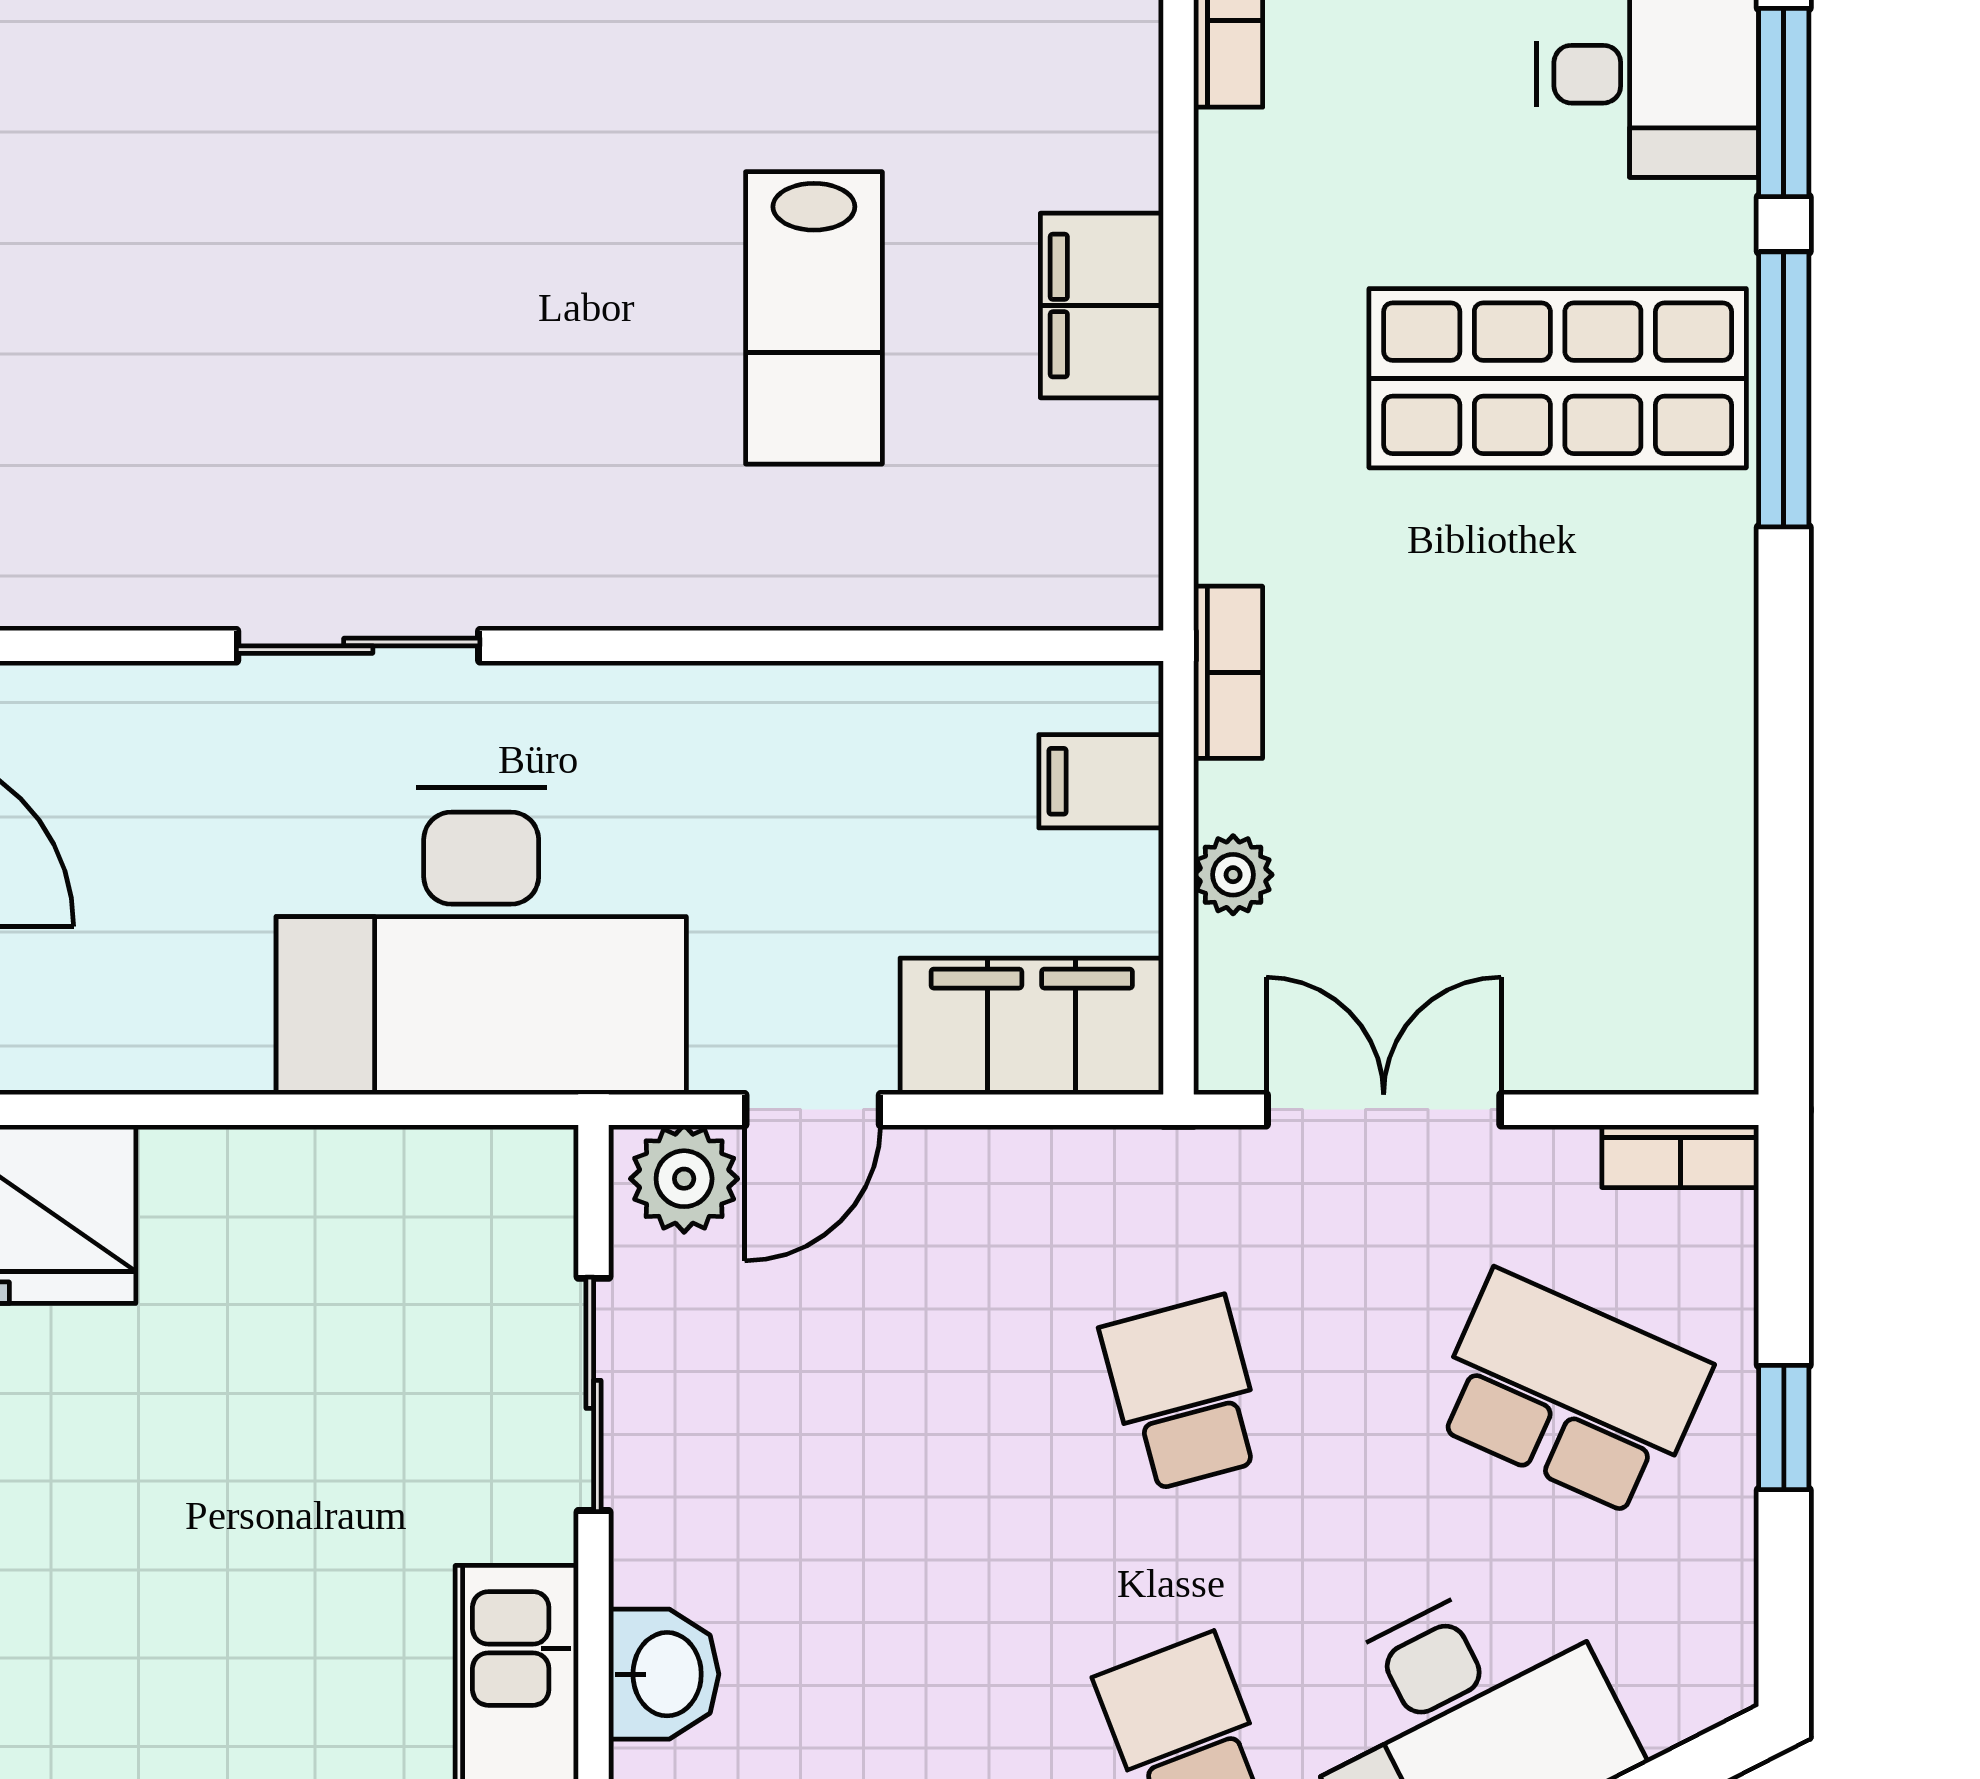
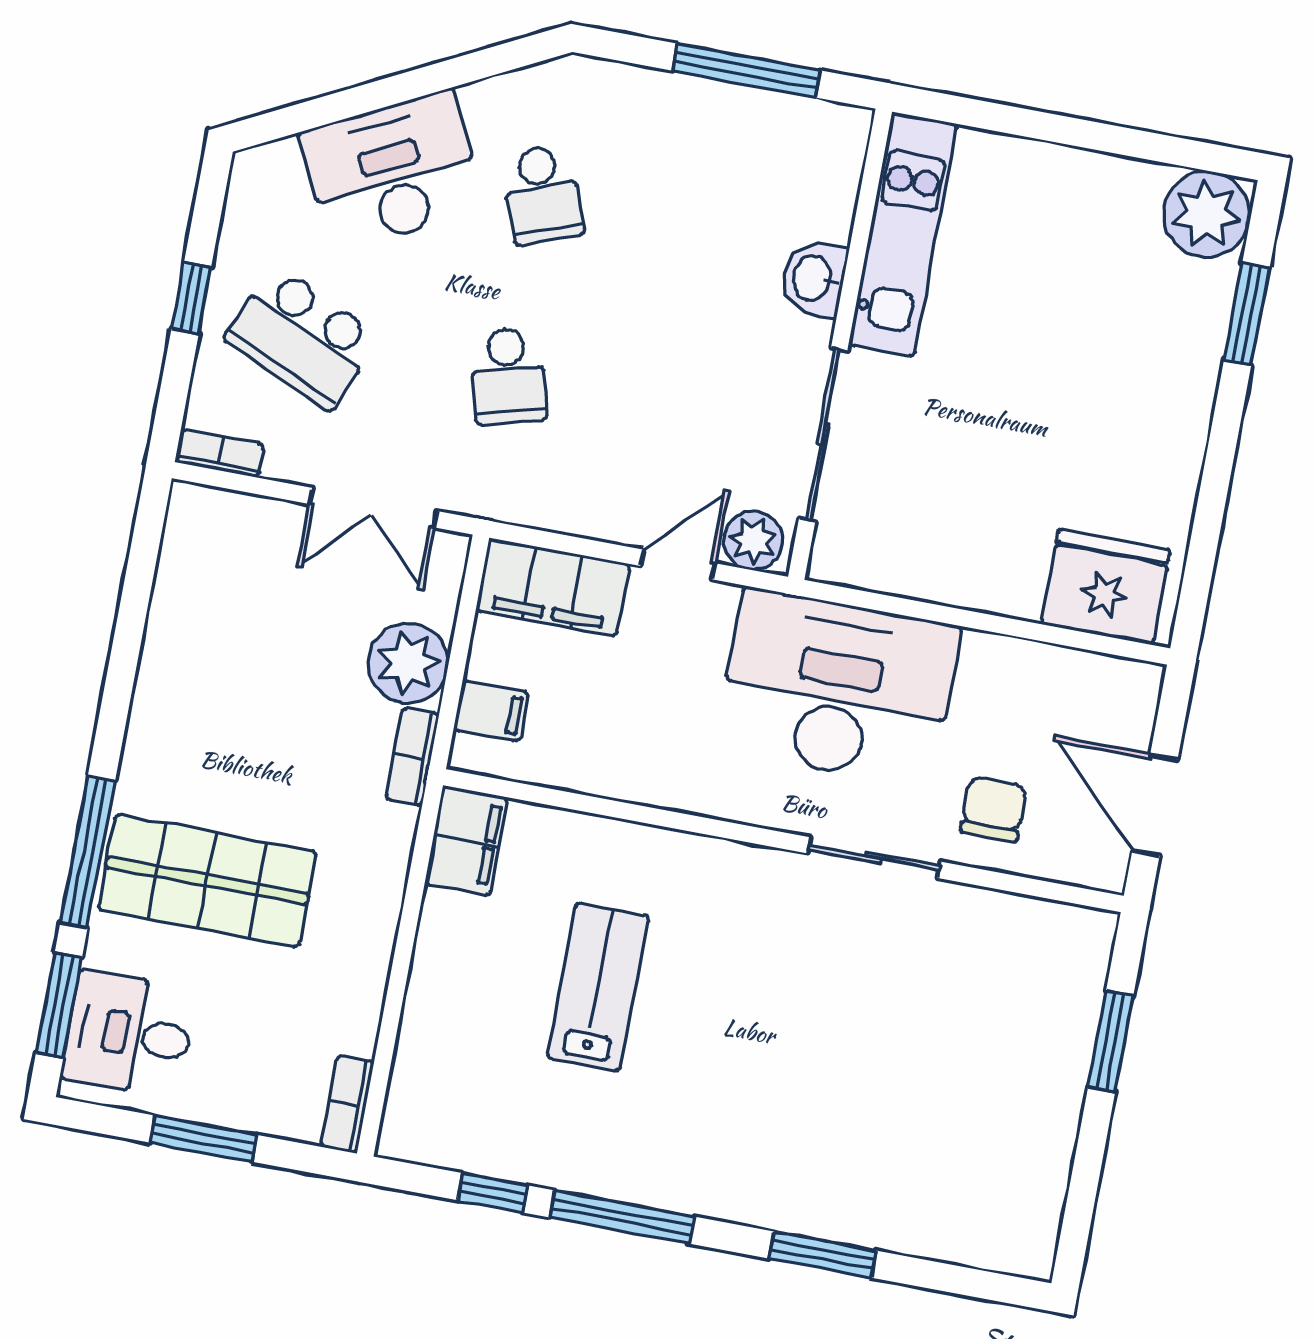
filing cabinet: (1102, 306) -> (466, 841), moved
chair: (158, 774) -> (993, 809), added
plant: (1233, 875) -> (408, 663), width x1.88, depth x1.88
sliding door: (594, 1394) -> (823, 435), width x1.37

